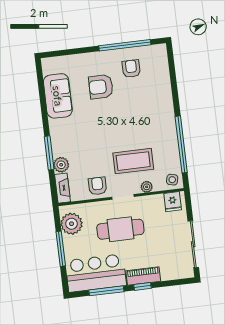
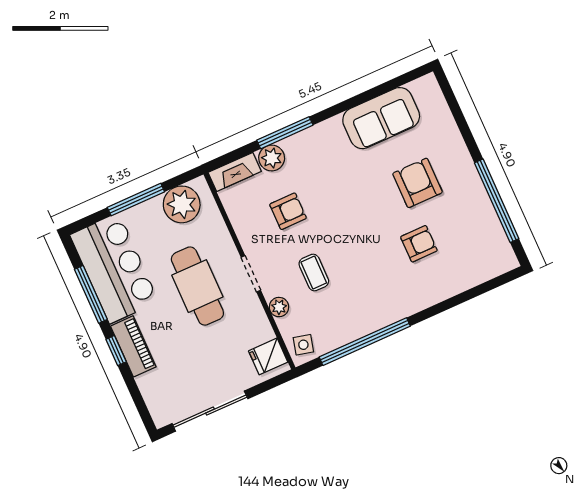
armchair: (131, 69) -> (419, 244), moved
coffee table: (133, 161) -> (314, 273), width x0.54, depth x0.58
armchair: (97, 186) -> (288, 211), moved

